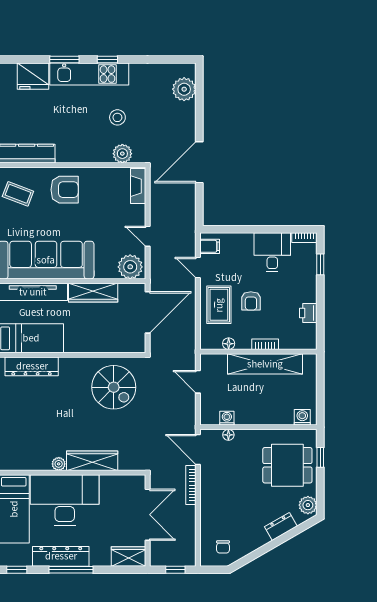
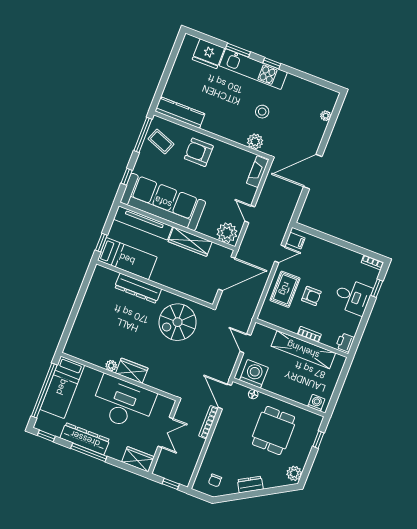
plant: (184, 89) -> (326, 116), width x0.53, depth x0.53
armchair: (65, 190) -> (199, 152), turned 180
desk: (272, 252) -> (353, 297), moved, turned 90
door: (198, 268) -> (280, 254), swing flipped
armchair: (251, 301) -> (311, 296), turned -90
printer: (308, 313) -> (345, 342), moved
floor lamp: (229, 344) -> (281, 323), removed
dresser: (32, 366) -> (138, 288), moved
spiral stairs: (114, 387) -> (178, 322), turned 90
washing machine: (227, 418) -> (254, 374), width x1.89, depth x1.89
wardrobe: (92, 461) -> (132, 371), width x0.67
dining table: (287, 465) -> (273, 431), moved, turned 90
desk: (65, 500) -> (123, 403), moved
double door: (148, 515) -> (166, 432), width x0.73
dresser: (281, 526) -> (250, 484), moved

